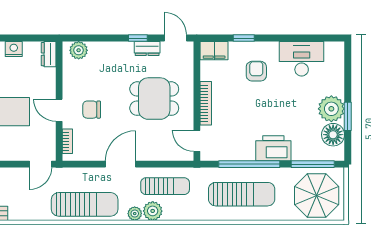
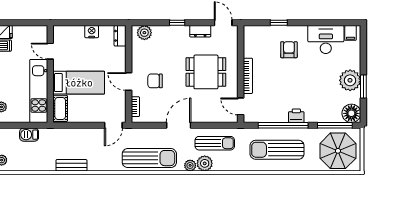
window: (138, 38) -> (177, 23), moved
filing cabinet: (214, 51) -> (351, 33), moved, width x0.50
floor lamp: (333, 135) -> (351, 113), moved
printer: (273, 148) -> (296, 116), width x0.53, depth x0.68
sun lounger: (242, 194) -> (277, 150), turned 180

